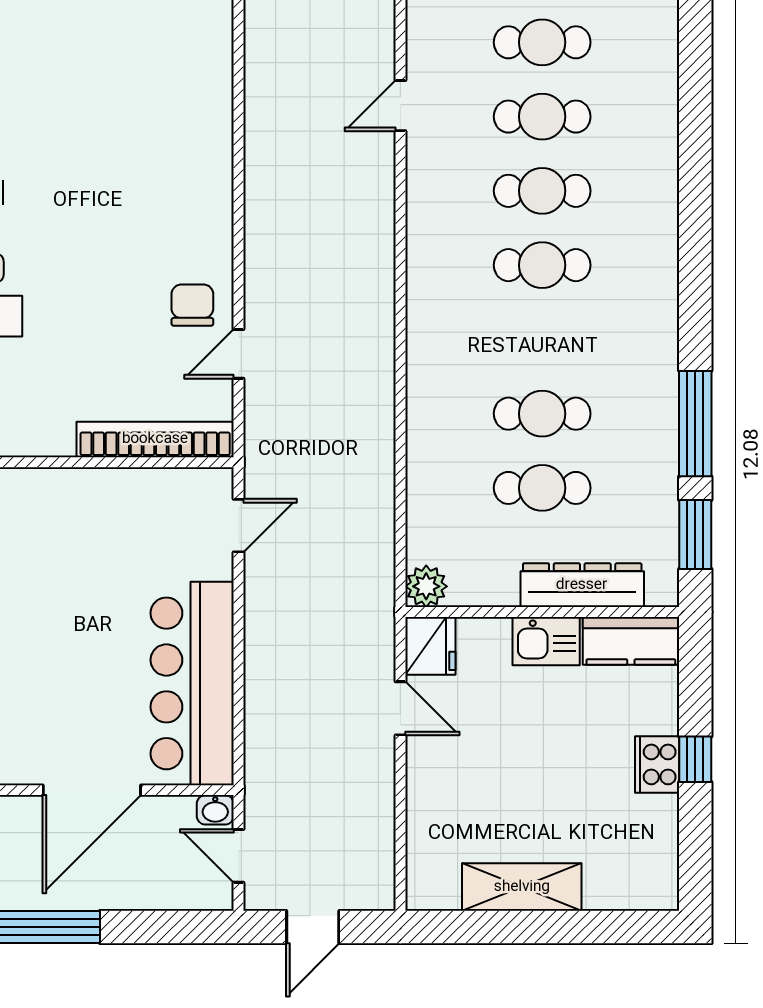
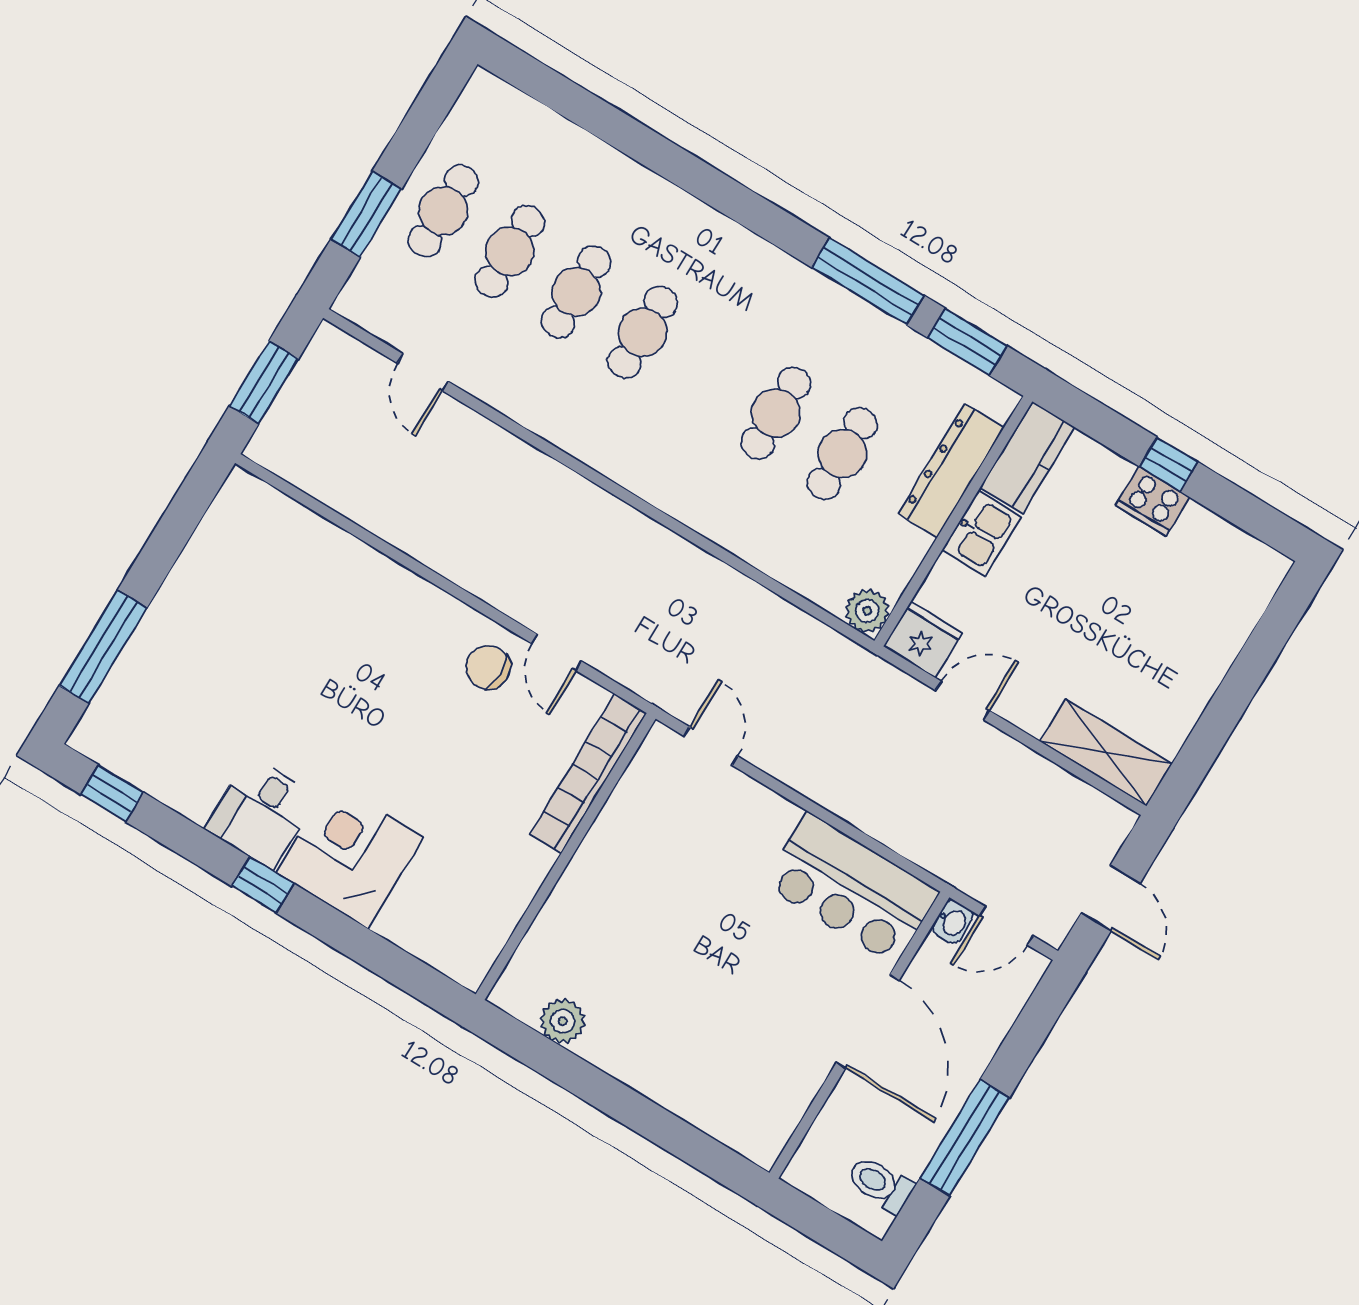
bar counter: (192, 683) -> (851, 888), width x0.73
shelving: (522, 887) -> (1106, 752), moved, turned 90

